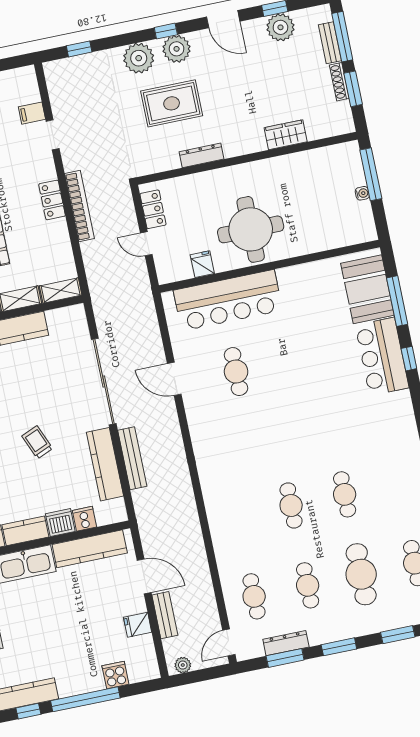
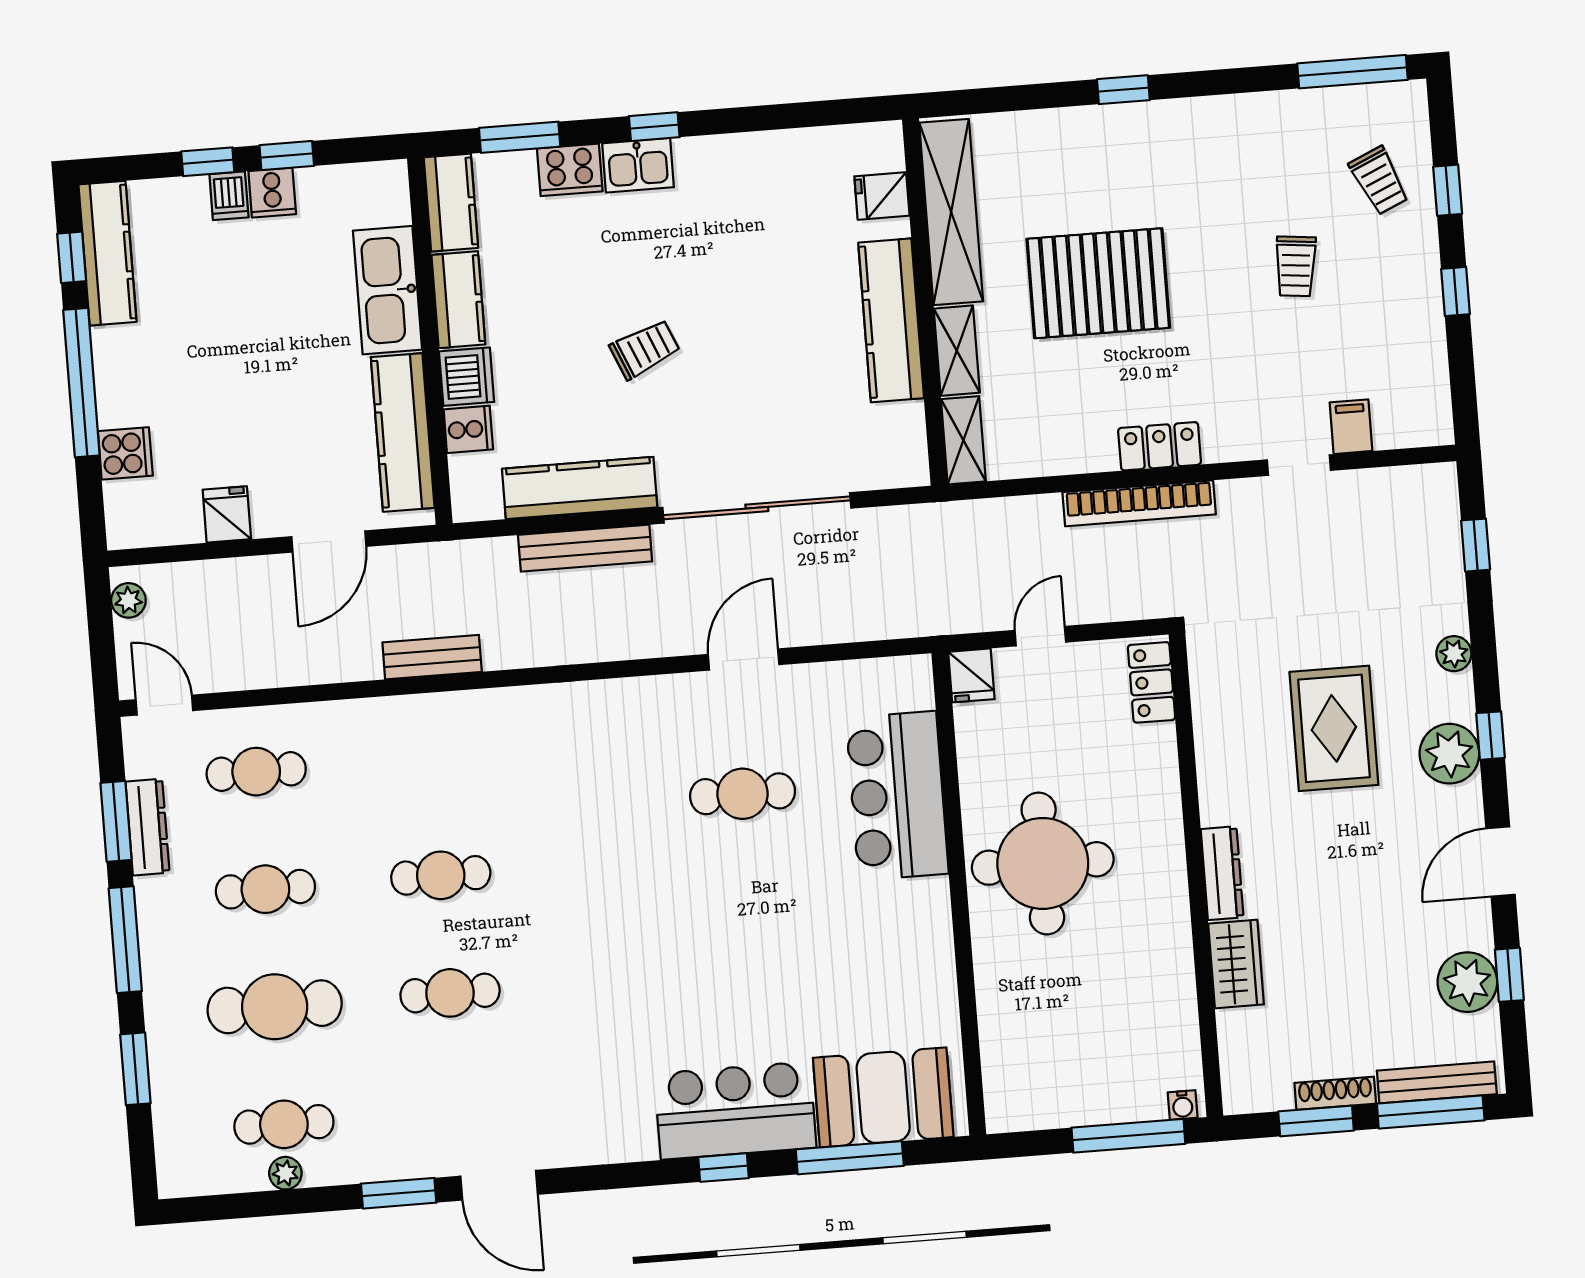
bench: (330, 43) -> (1437, 1082), width x1.36
plant: (139, 58) -> (1454, 654), width x0.53, depth x0.53
dresser: (202, 155) -> (1222, 873), moved
water cooler: (362, 193) -> (1183, 1105), moved
locker: (153, 209) -> (1151, 682), moved, turned 90
fridge: (202, 264) -> (971, 675), moved, turned 90
bar counter: (228, 300) -> (897, 796), width x0.73
bench: (165, 615) -> (432, 657), moved
window: (339, 647) -> (125, 940), width x1.44

